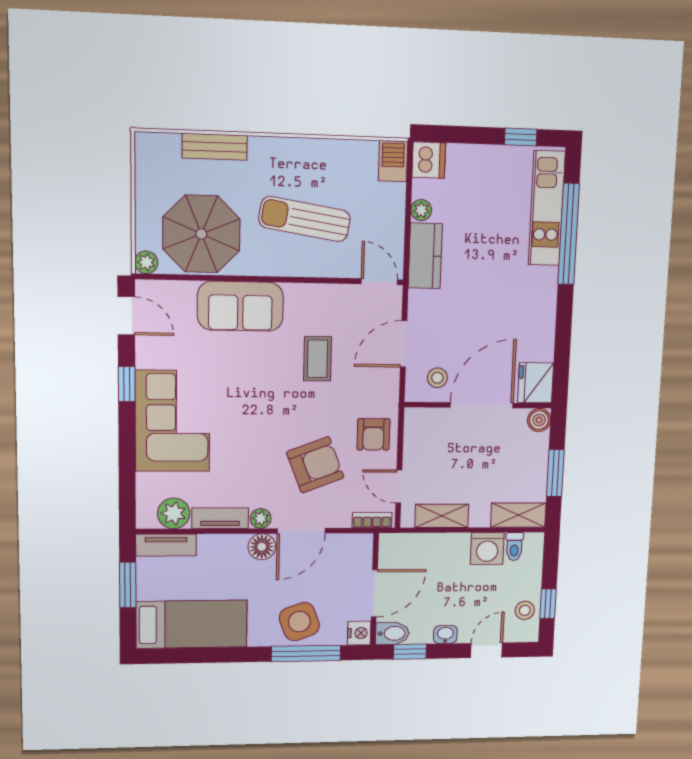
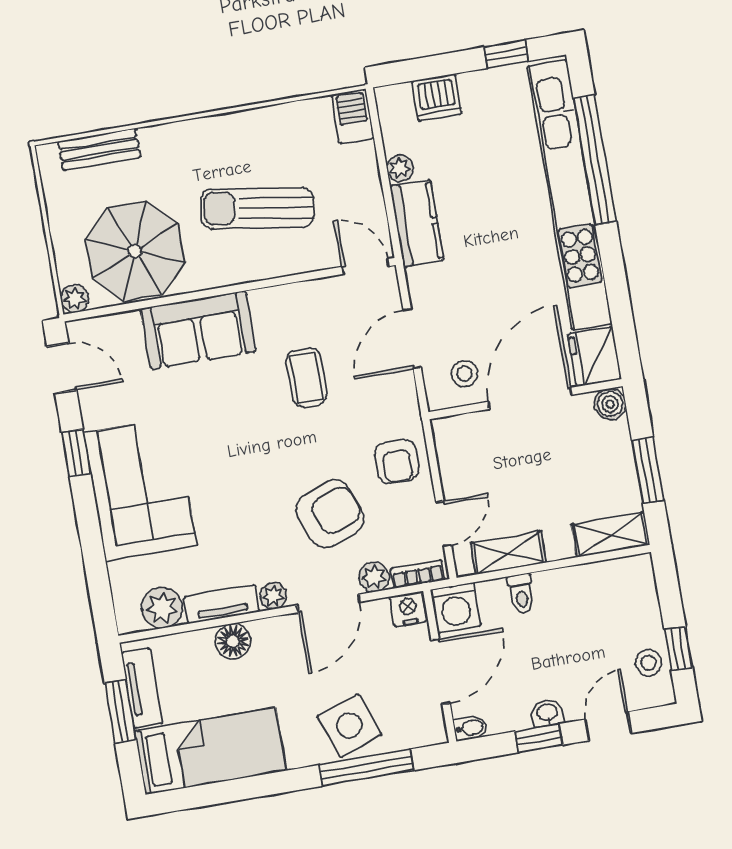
bench: (215, 147) -> (99, 150), moved
dishwasher: (429, 160) -> (437, 97), moved, turned 90
kitchen unit: (547, 208) -> (570, 195), width x1.86
door: (399, 487) -> (444, 524), swing flipped
plant: (339, 517) -> (374, 577), added
tv unit: (166, 545) -> (142, 688), moved, turned -90
floor lamp: (262, 547) -> (233, 641), moved
toilet: (514, 547) -> (521, 594), moved
washing machine: (487, 549) -> (456, 608), moved
nightstand: (359, 633) -> (408, 609), moved, turned -90
bidet: (392, 633) -> (470, 728), width x0.72, depth x0.74
window: (410, 652) -> (539, 738), moved

